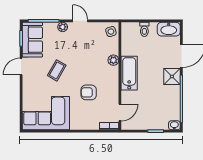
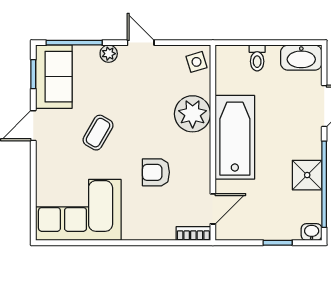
plant: (113, 60) -> (193, 114), width x1.88, depth x1.88
bathtub: (129, 73) -> (235, 137), width x1.36, depth x1.36
shower: (172, 76) -> (307, 175), moved

